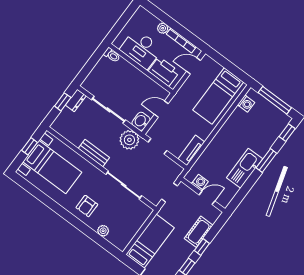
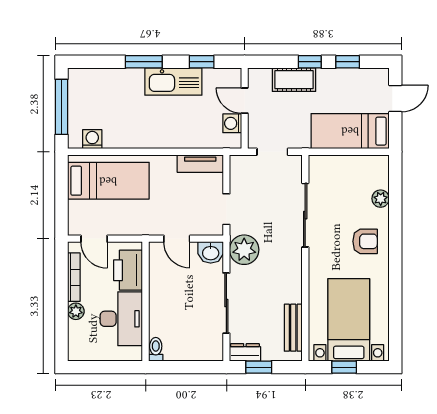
window: (287, 133) -> (202, 62), moved
bench: (94, 153) -> (293, 328), moved

